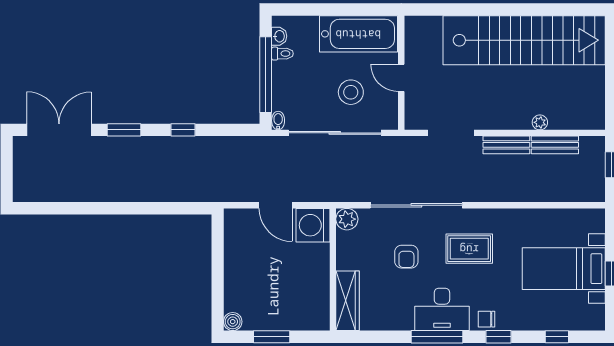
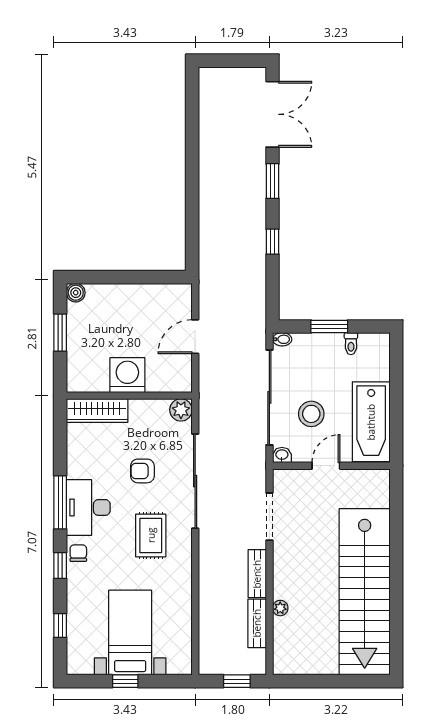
washbasin: (279, 36) -> (282, 455), moved, turned 180
window: (266, 75) -> (329, 327), width x0.47
washing machine: (313, 225) -> (127, 375), moved

